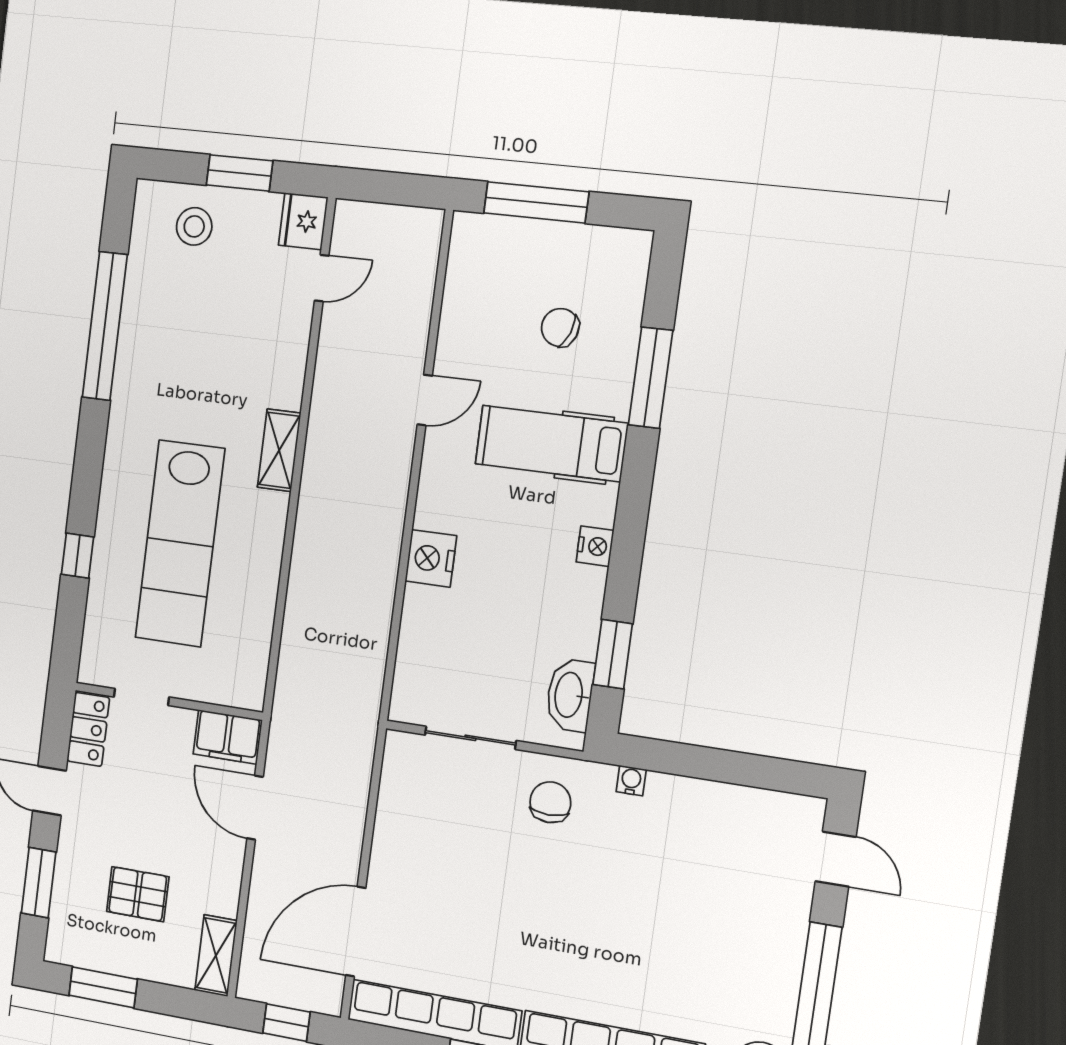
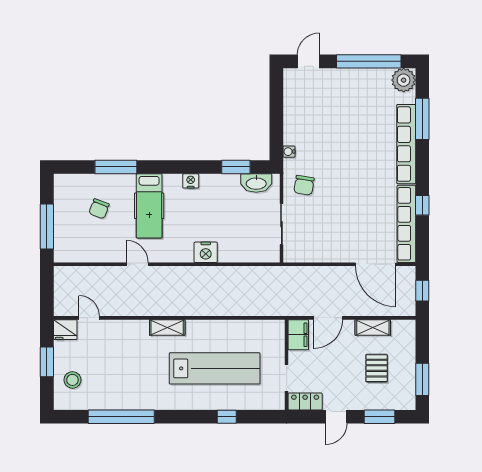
chair: (550, 802) -> (304, 185), turned -81
shelving: (216, 956) -> (373, 327), moved

